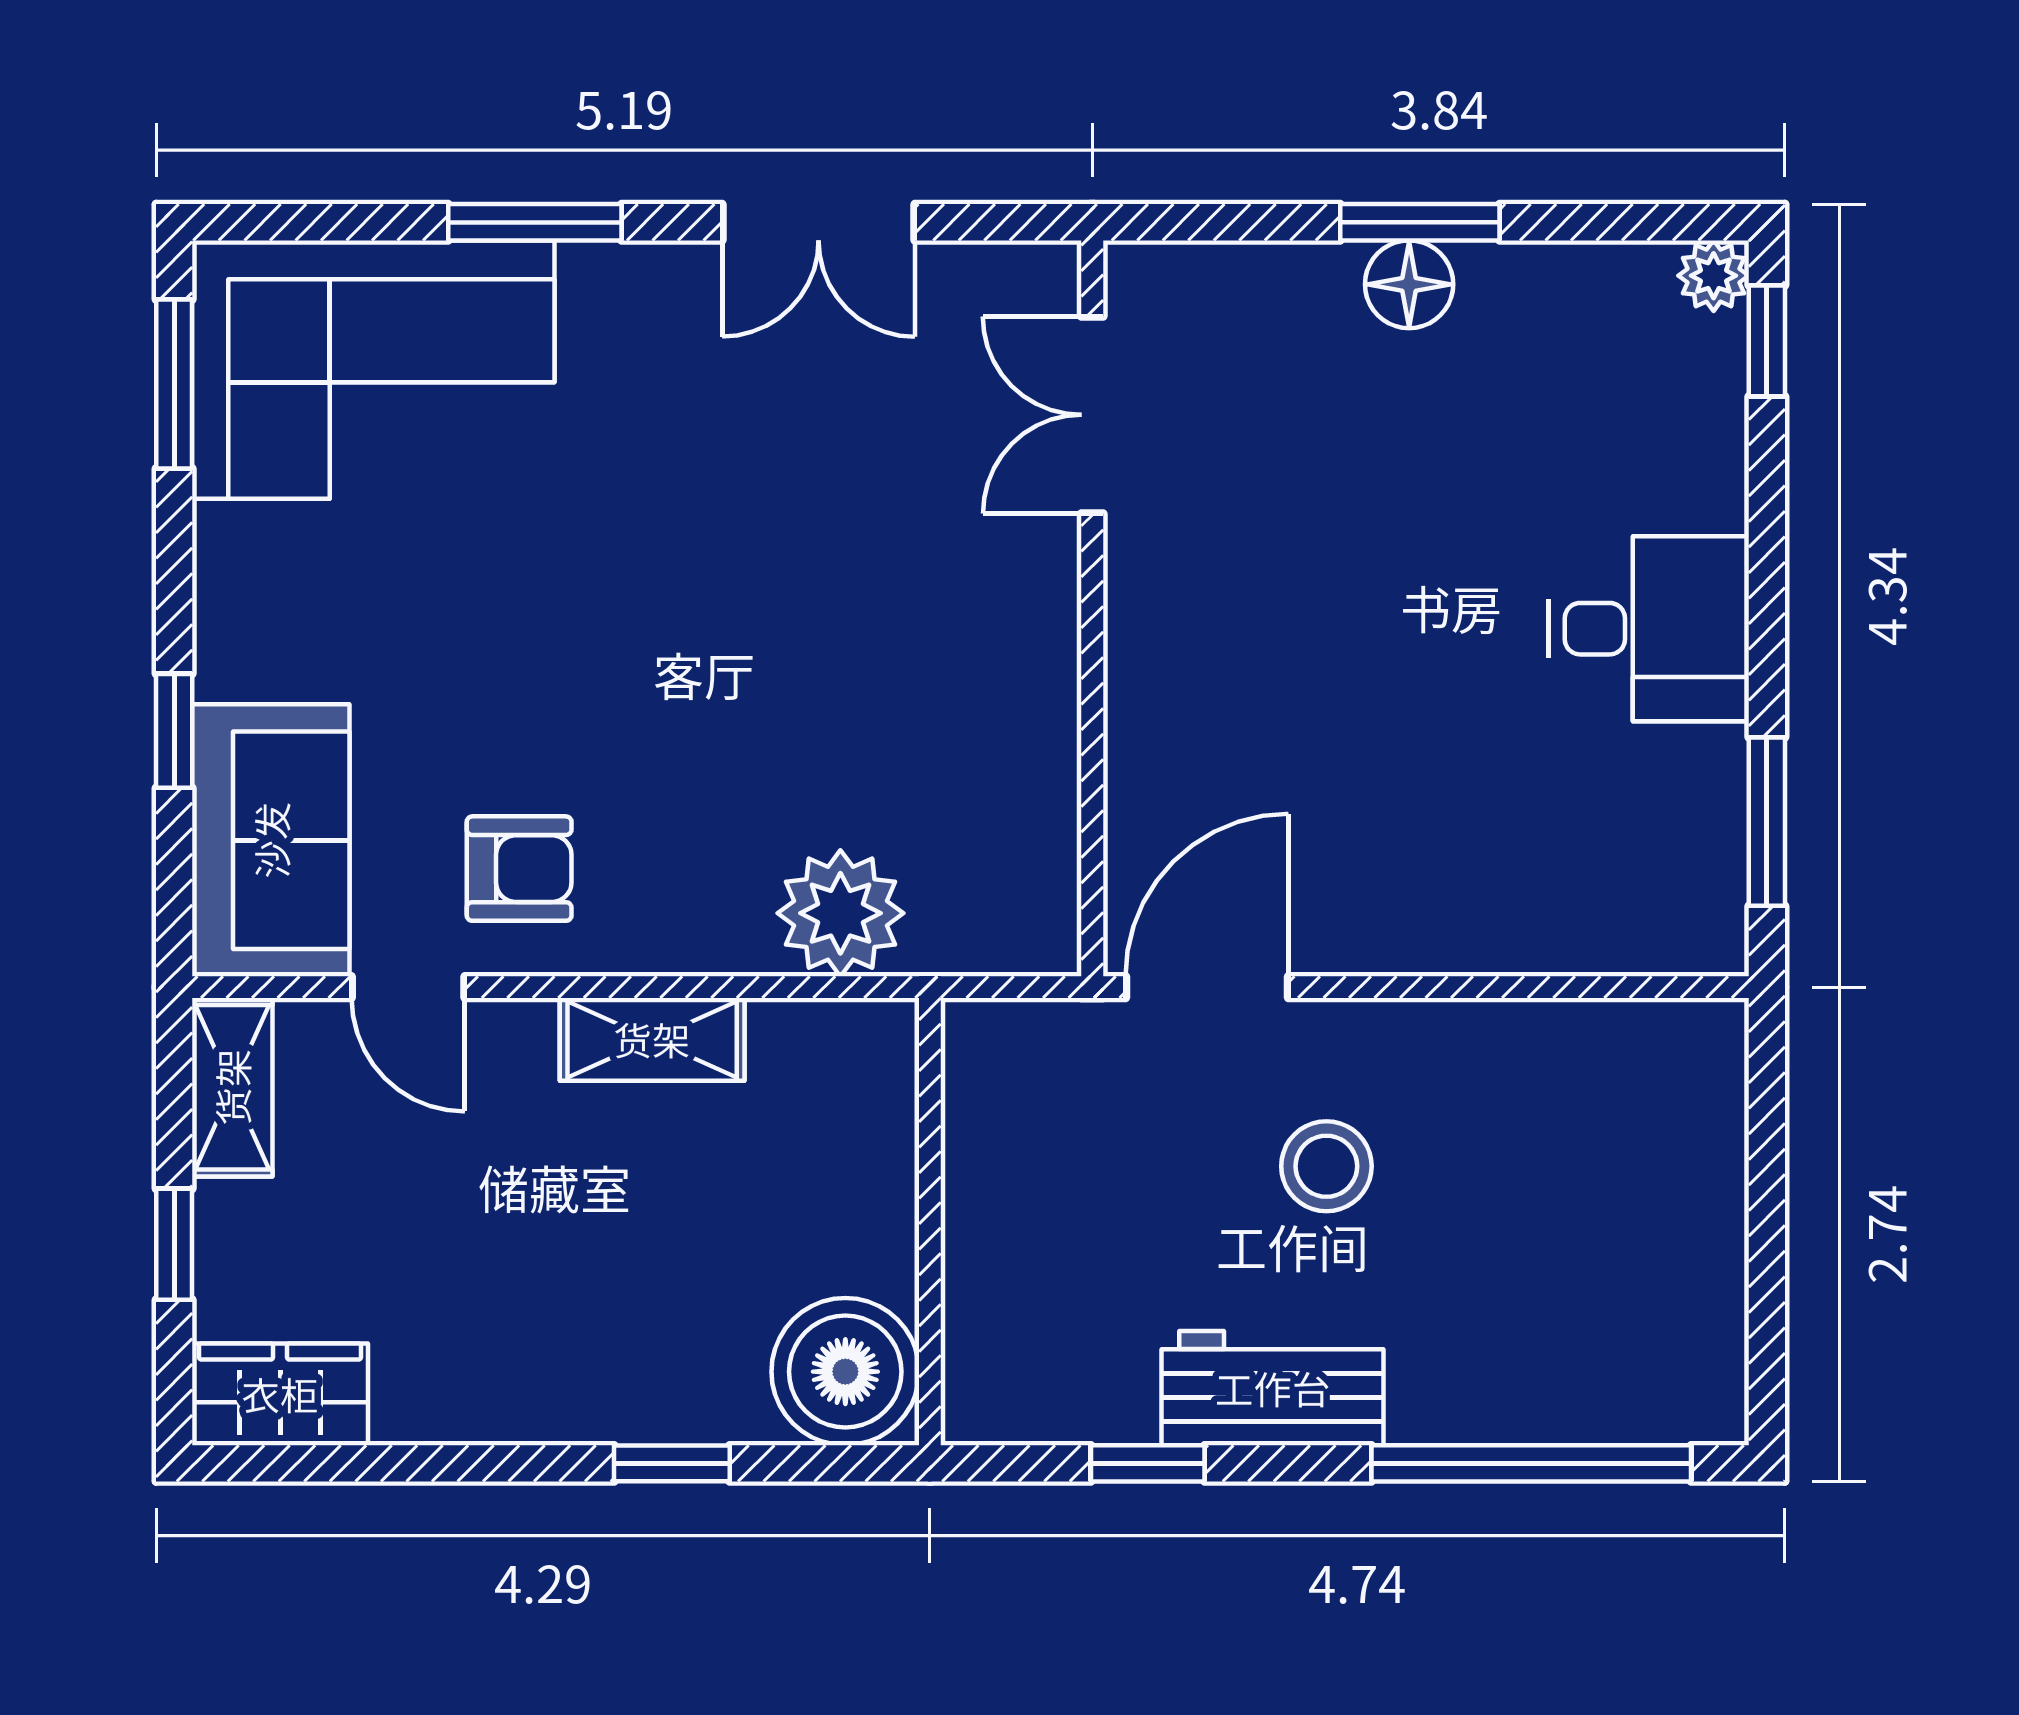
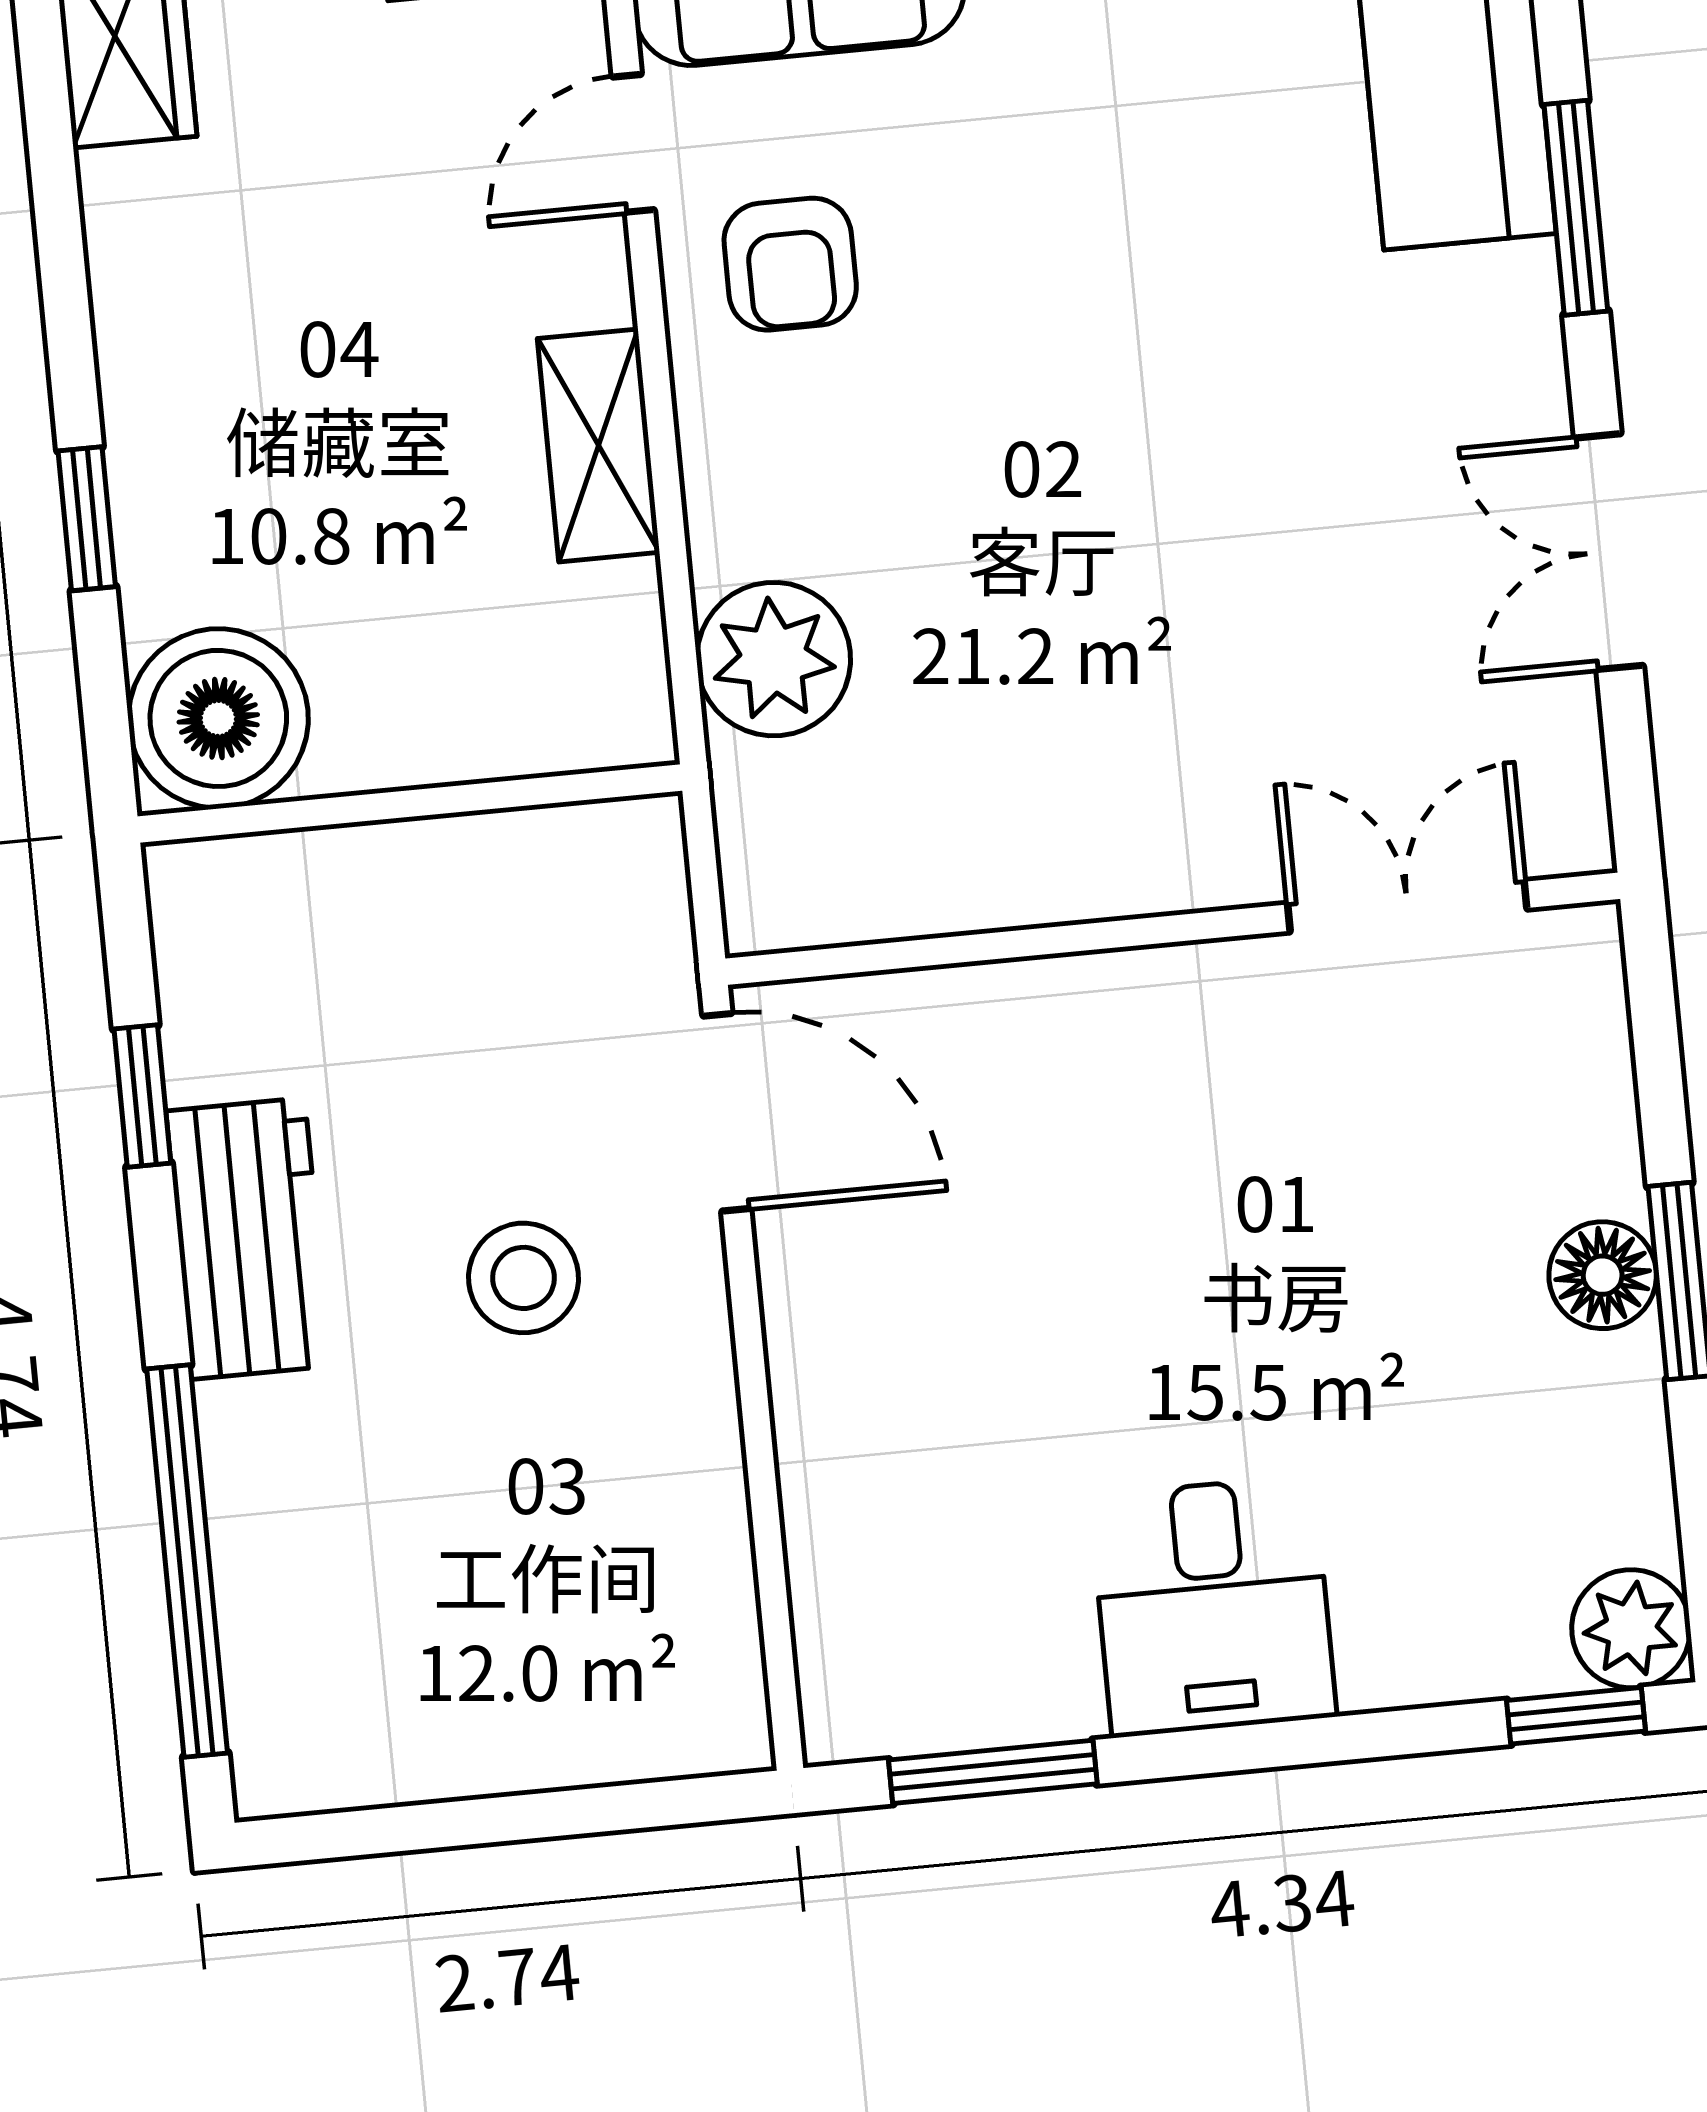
plant: (1714, 276) -> (1631, 1629), width x1.38, depth x1.38

